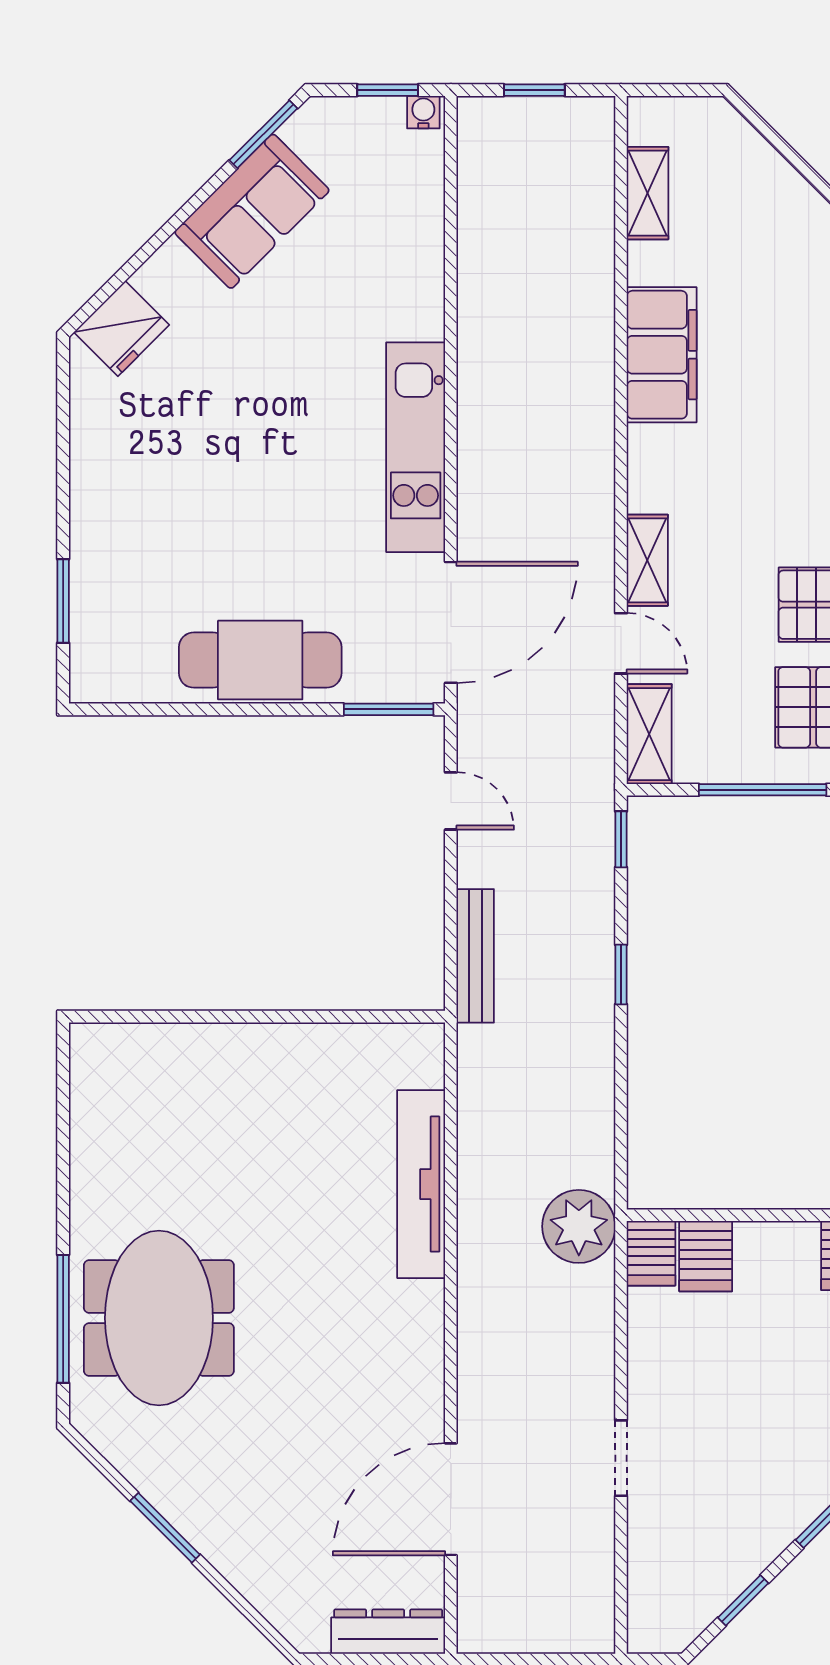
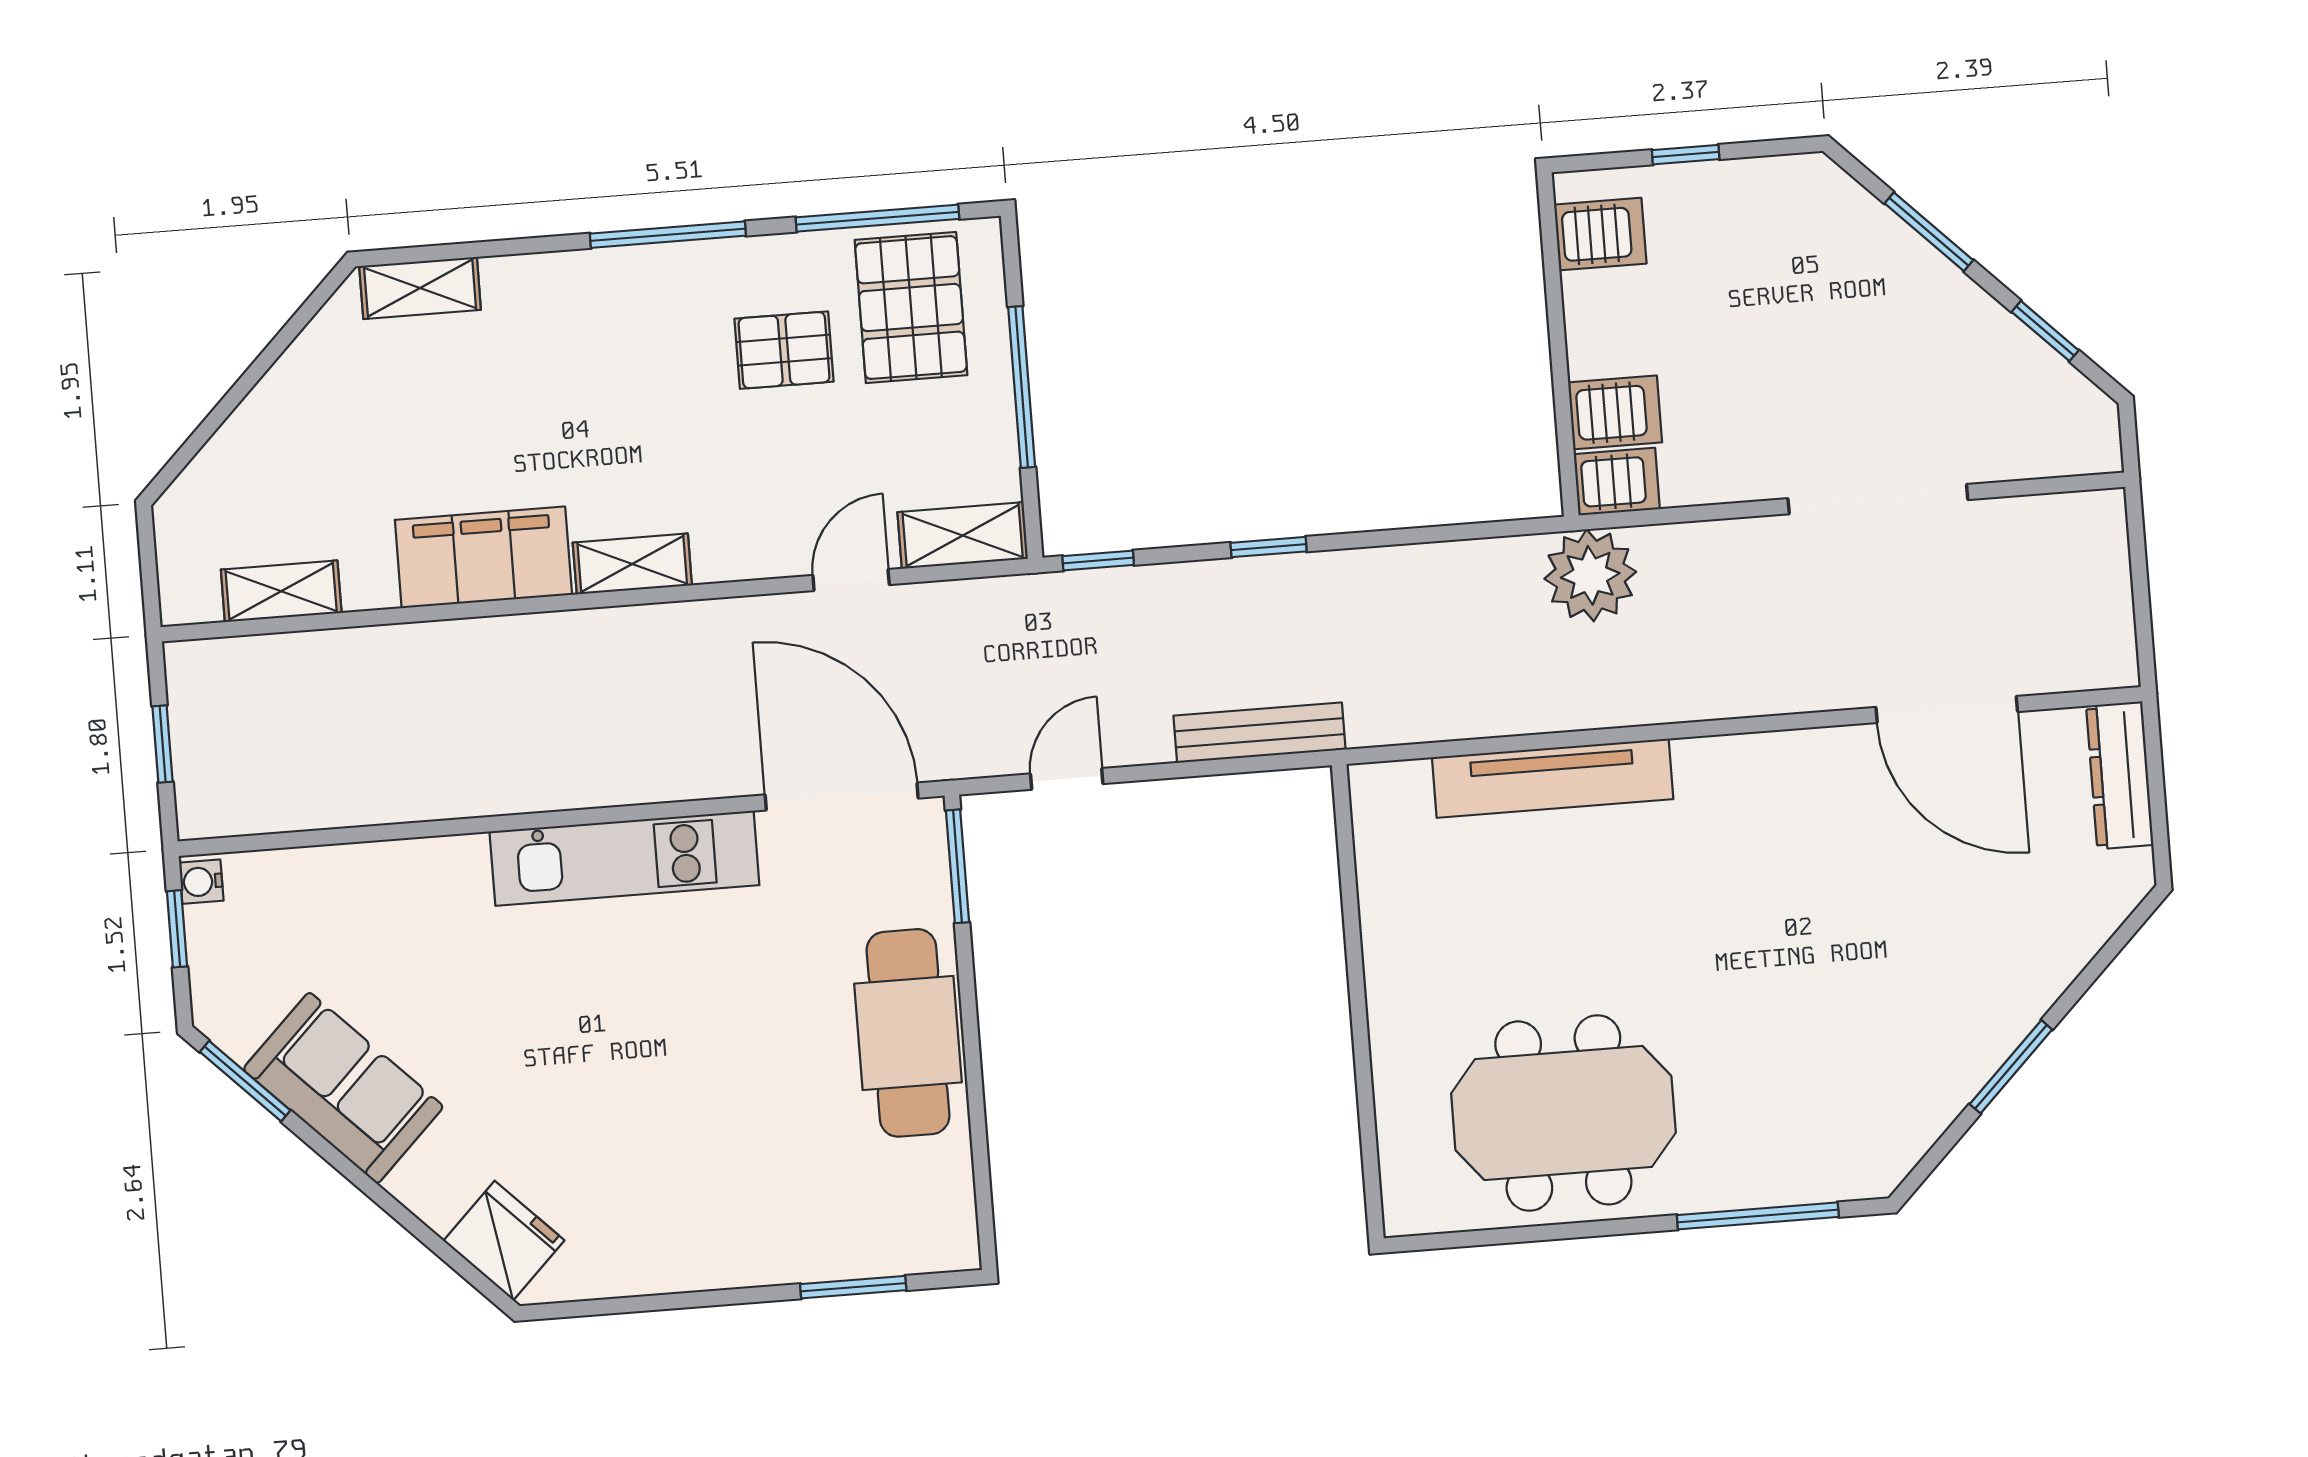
shelving: (647, 560) -> (632, 564), moved
meeting table: (159, 1318) -> (1563, 1113), moved
doorway: (621, 1458) -> (1878, 499), width x1.88

